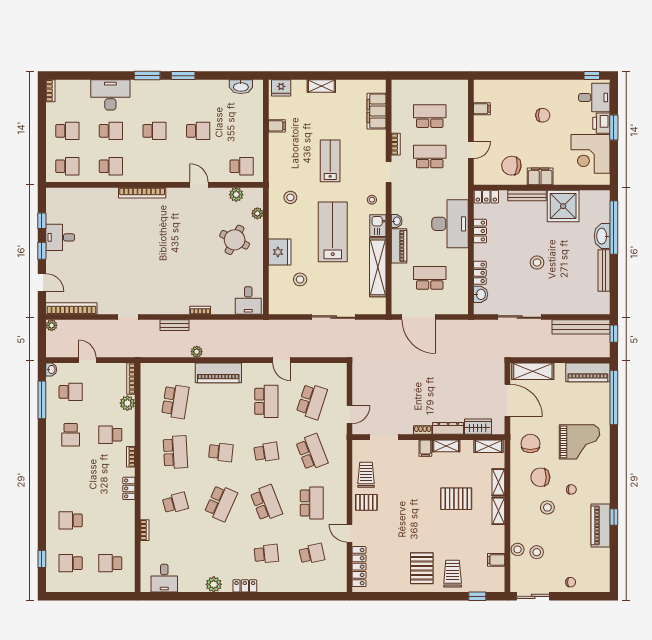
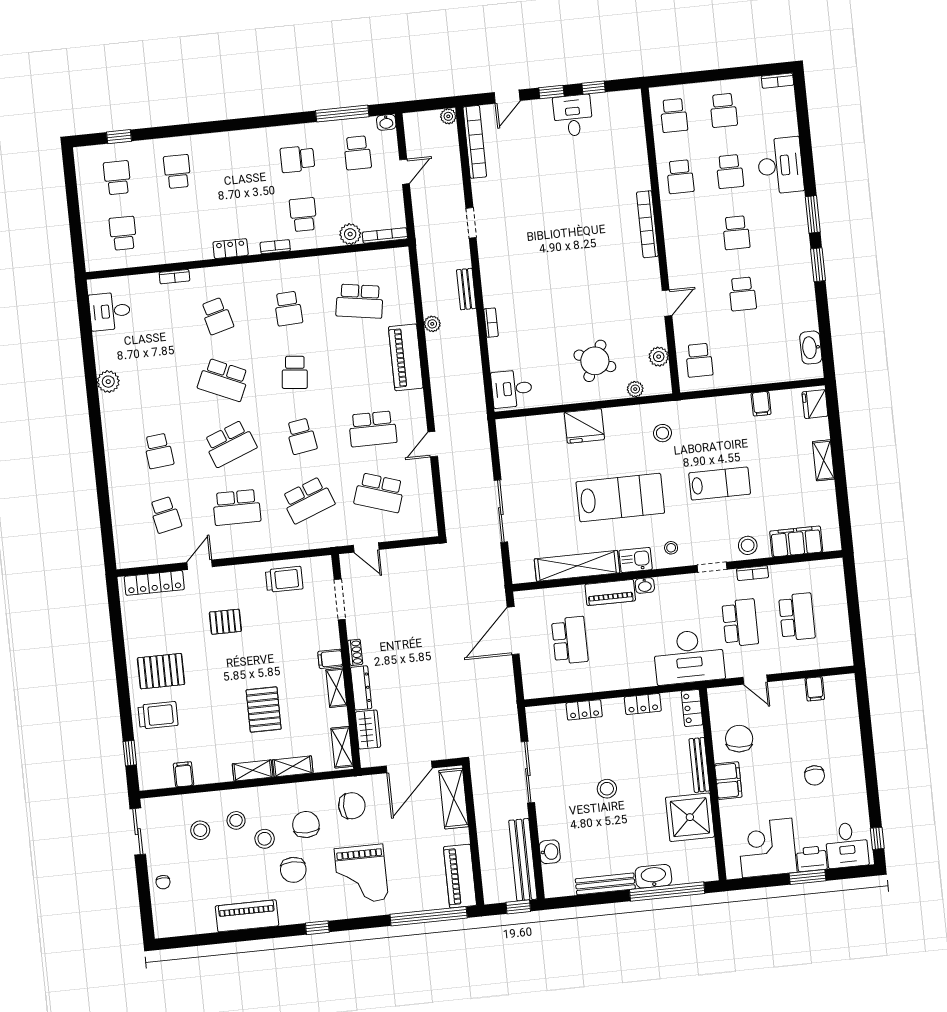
desk: (450, 224) -> (689, 657), moved
stool: (300, 279) -> (748, 545), moved
washbasin: (481, 294) -> (550, 852), moved, turned -90
school desk: (175, 452) -> (288, 309), width x0.54
chair: (571, 489) -> (293, 870), width x1.87, depth x1.87
pallet: (366, 502) -> (225, 622), moved, turned 90
window: (614, 517) -> (317, 928), moved
stool: (518, 549) -> (236, 820), moved
locker: (245, 586) -> (110, 425), removed

